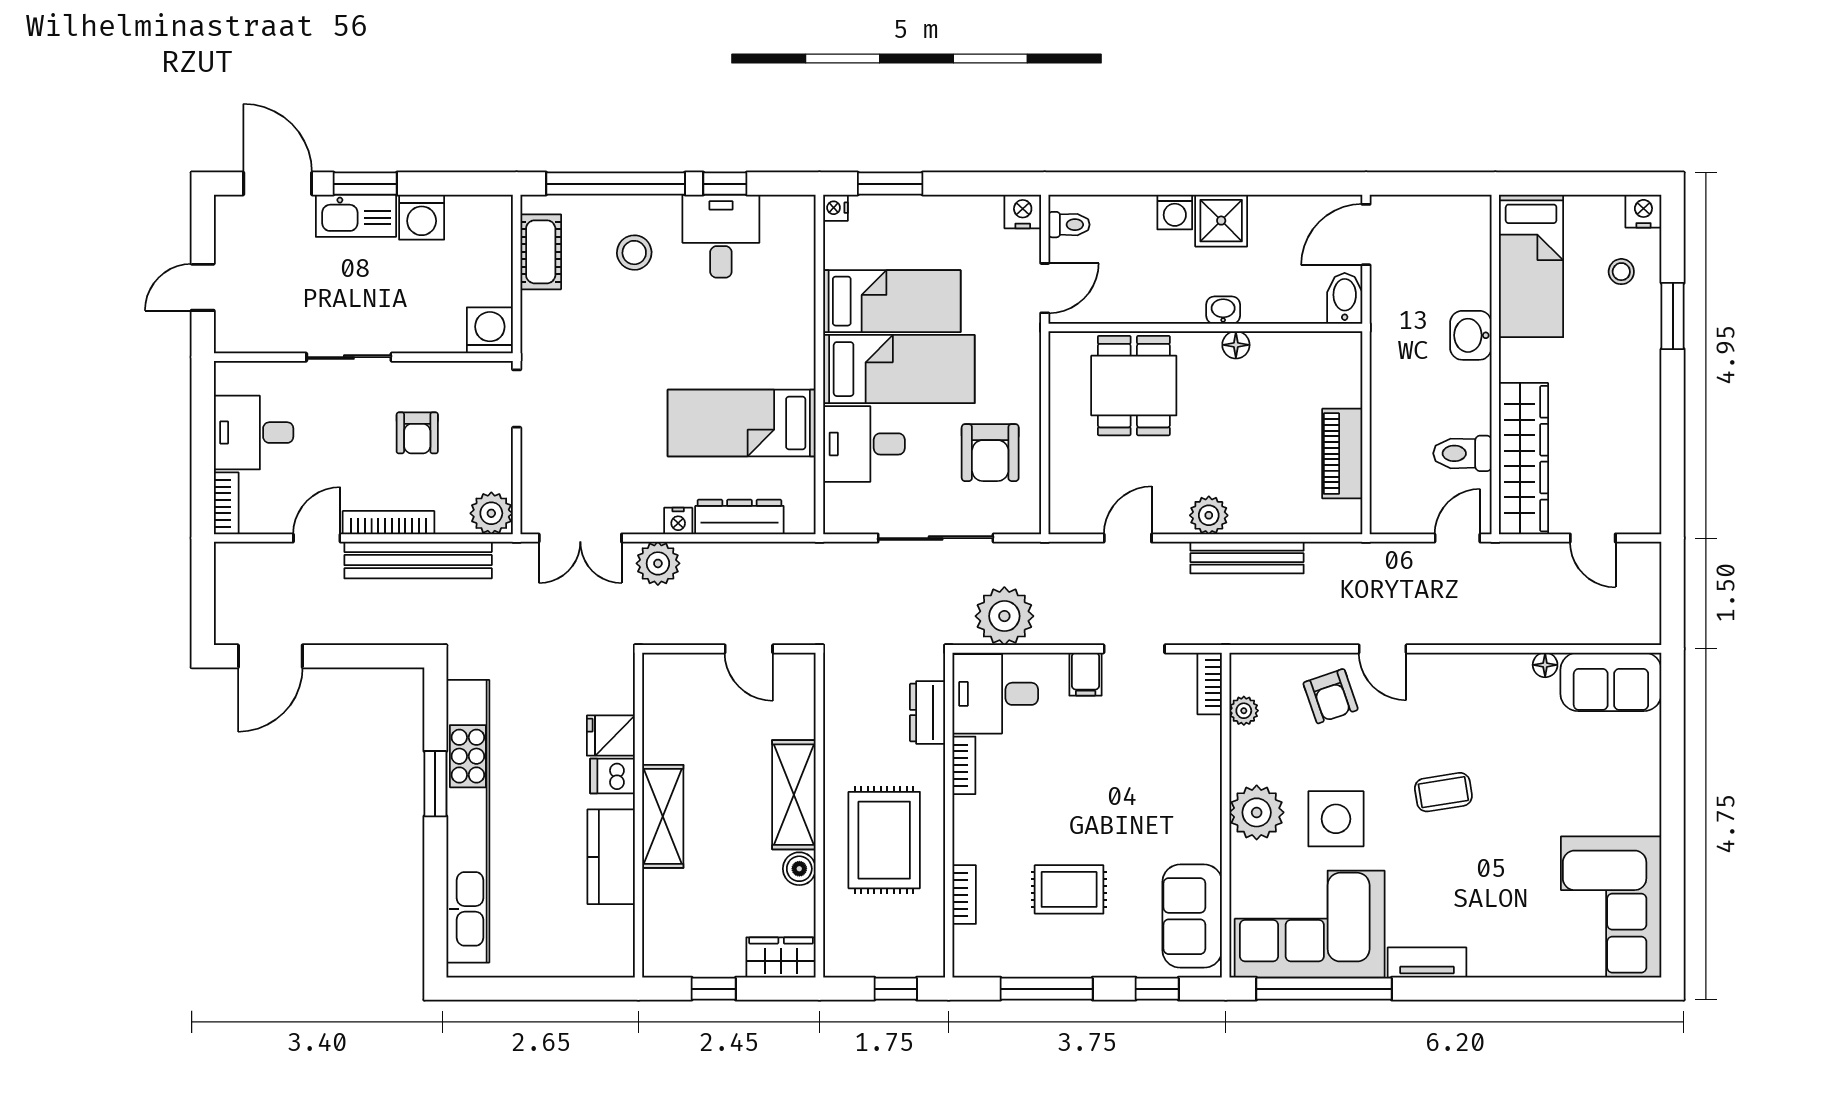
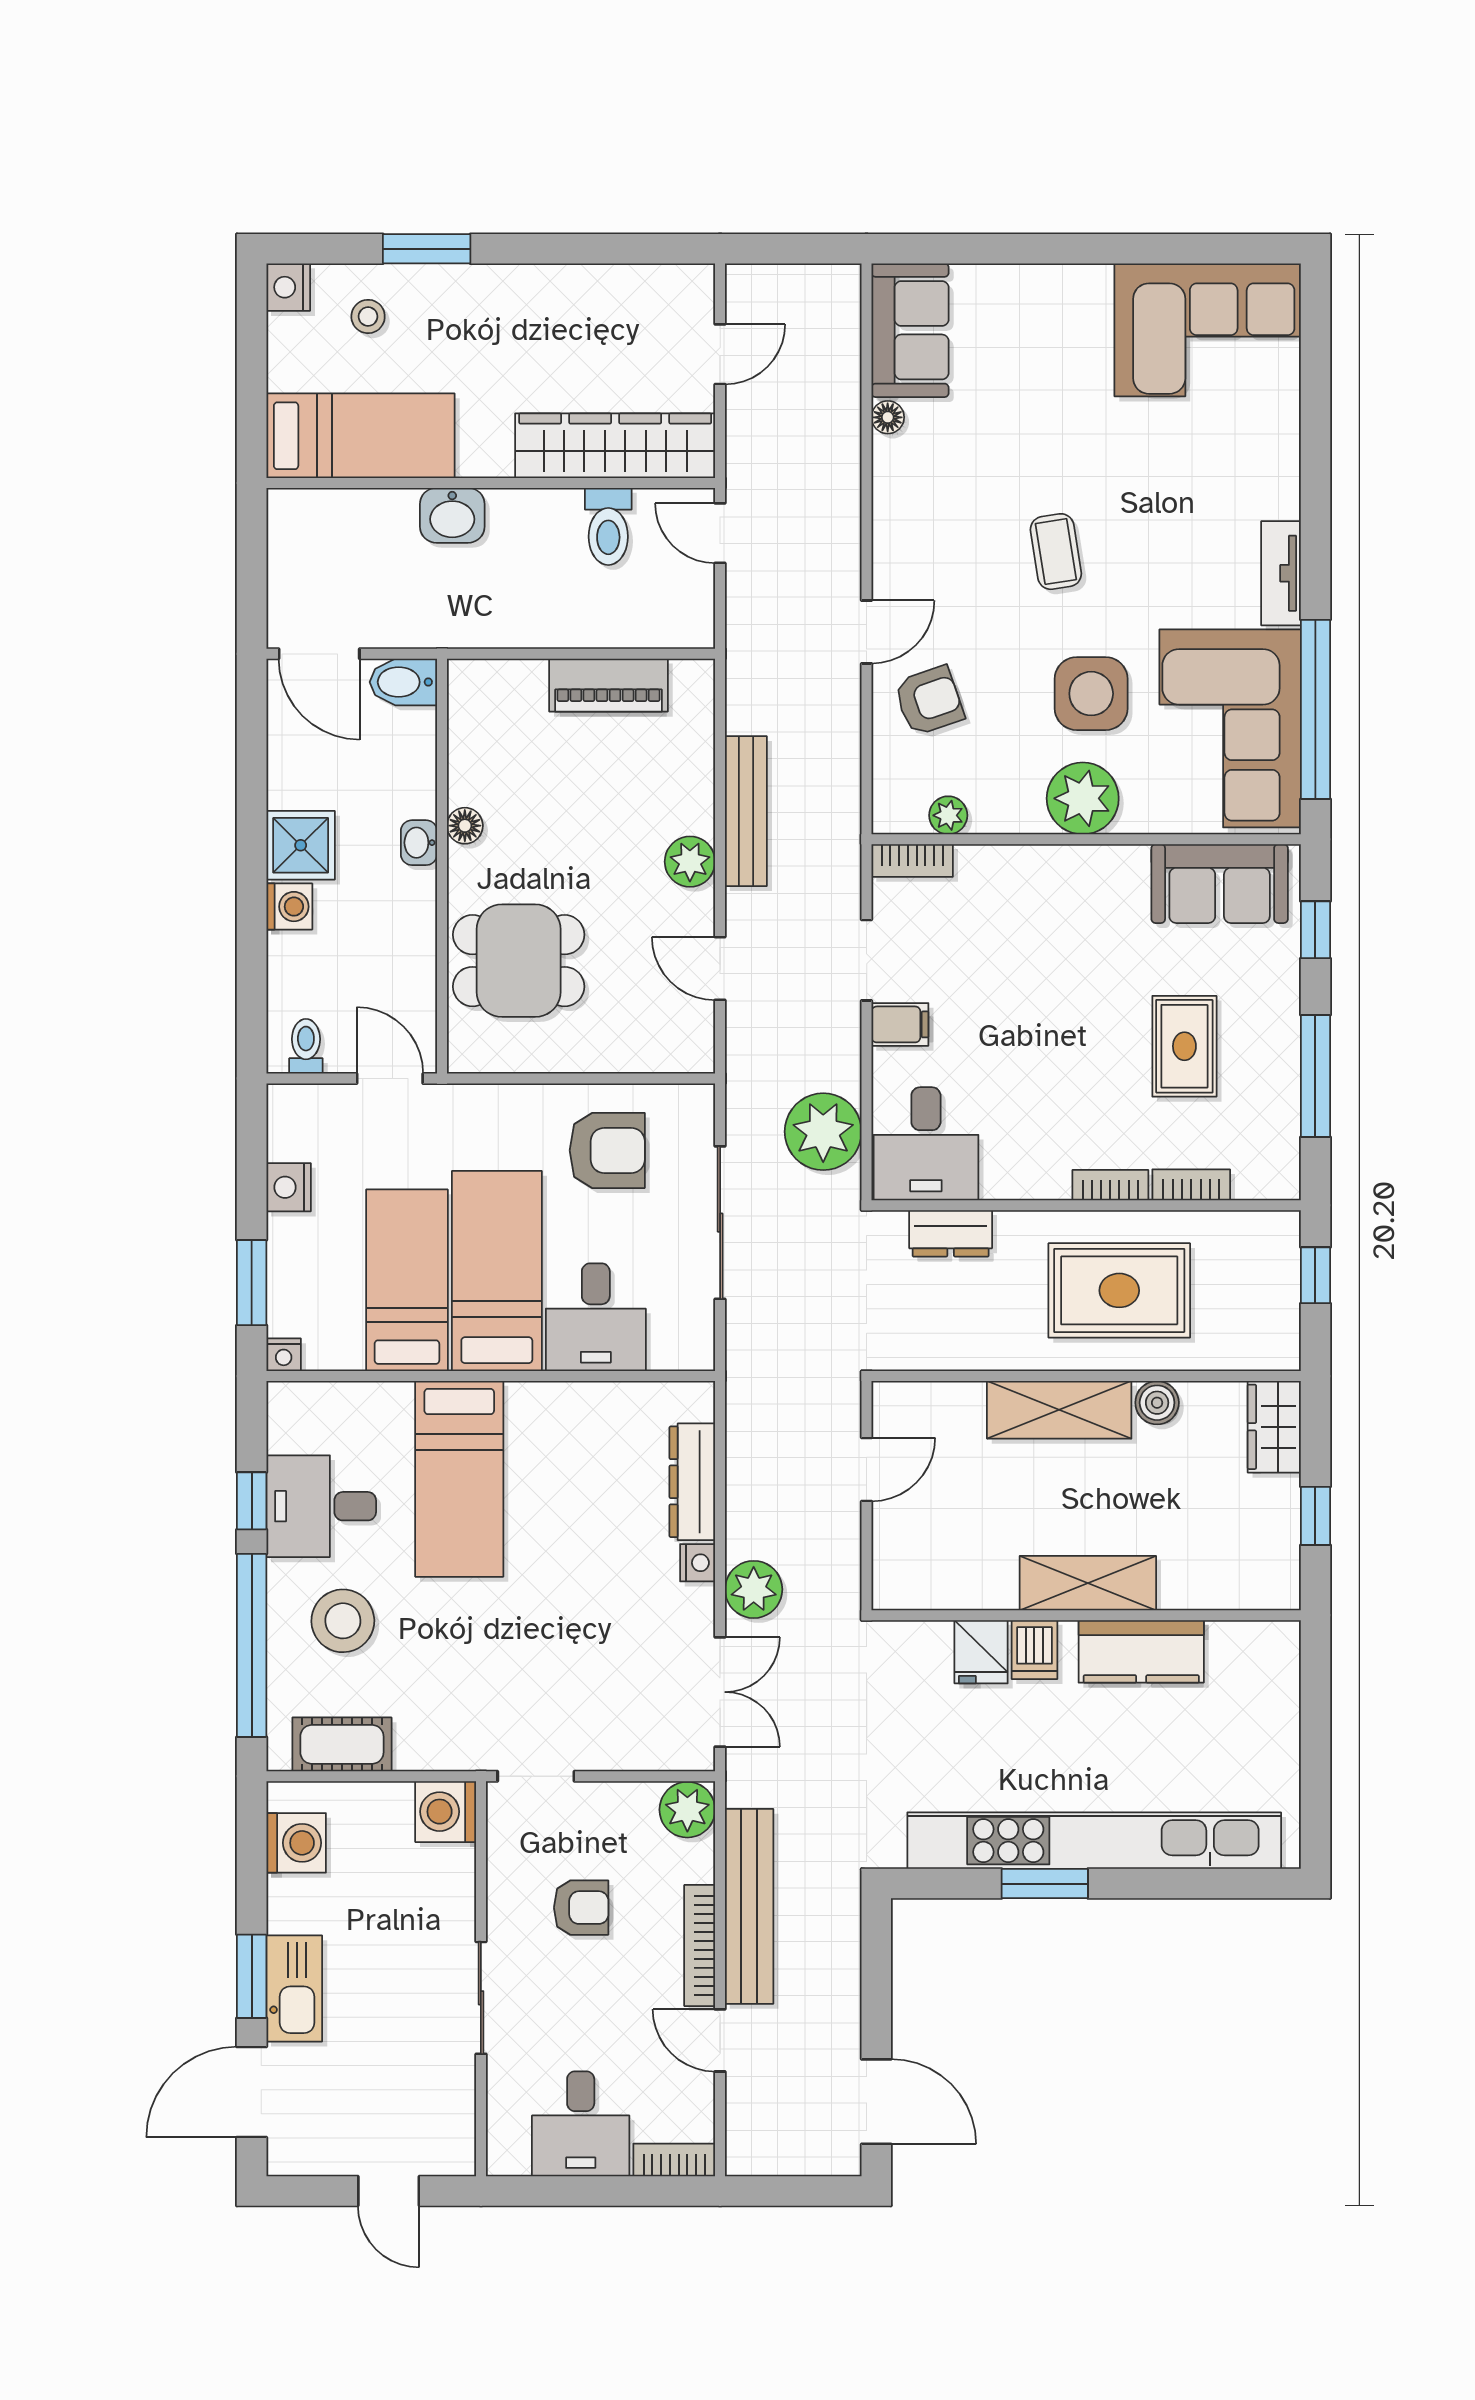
nightstand: (1023, 211) -> (289, 1187), moved
washing machine: (422, 217) -> (296, 1843), moved
stool: (634, 253) -> (343, 1621), width x1.38, depth x1.38
bed: (742, 423) -> (459, 1479), moved
bookcase: (964, 765) -> (1110, 1185), moved

